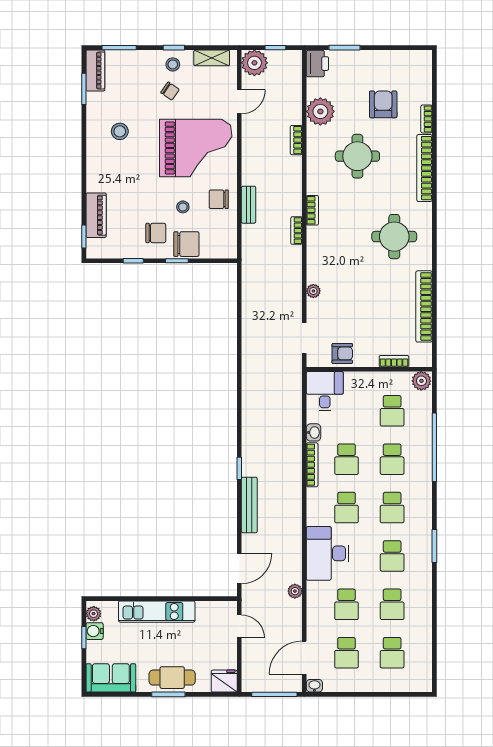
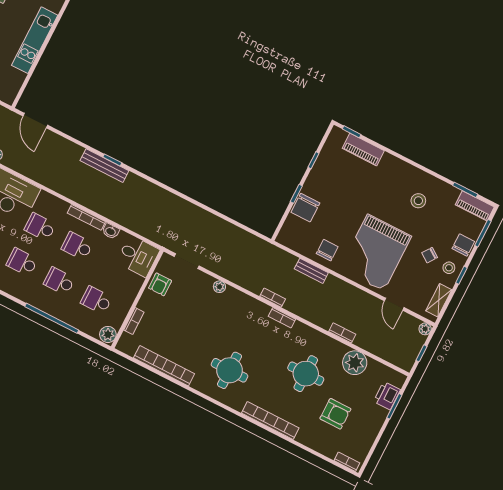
plant: (254, 63) -> (425, 329), width x0.53, depth x0.53
printer: (317, 64) -> (387, 396), moved, turned 90
bookcase: (427, 119) -> (347, 462), moved
stool: (183, 207) -> (335, 219), removed
chair: (156, 233) -> (463, 245), moved, turned 180
bench: (249, 505) -> (104, 166), moved

